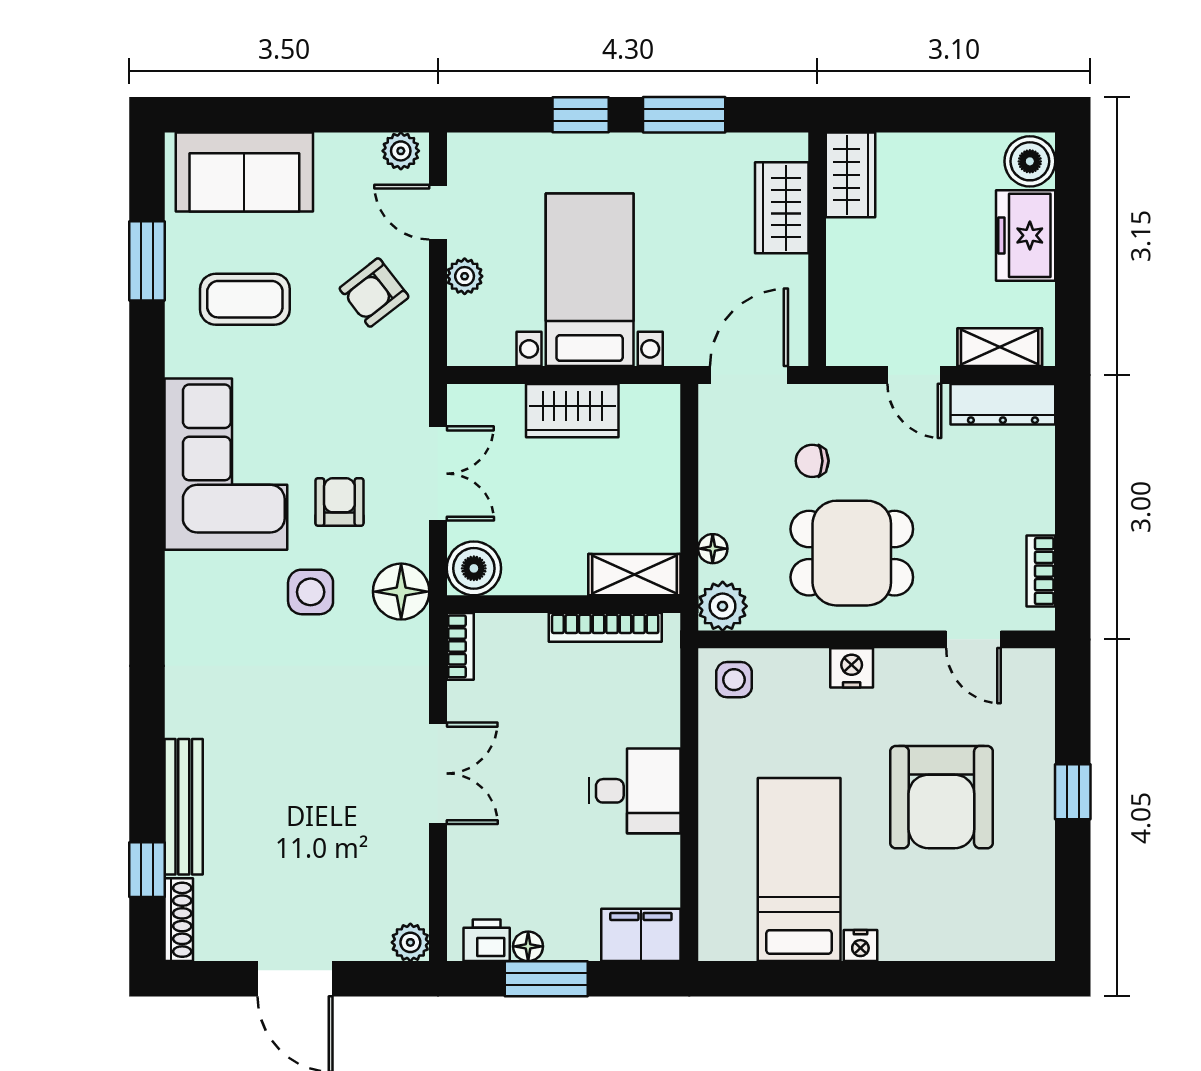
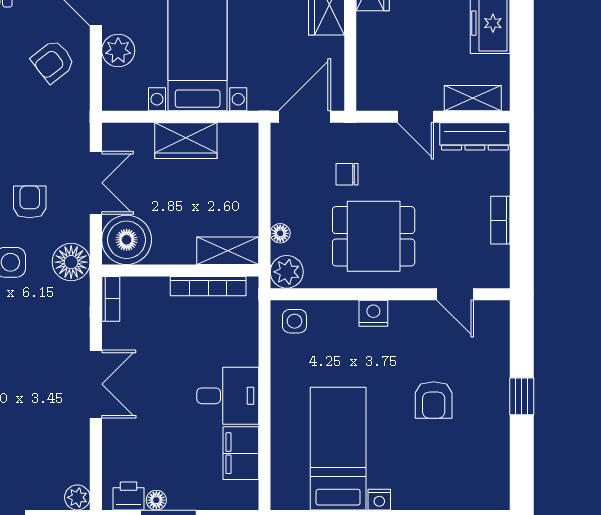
plant: (465, 276) -> (118, 50), width x1.38, depth x1.38
boiler: (474, 568) -> (127, 240), width x1.37, depth x1.37
bookcase: (1041, 571) -> (500, 220), moved
armchair: (941, 797) -> (434, 400), width x0.53, depth x0.53
filing cabinet: (641, 935) -> (241, 453), moved, turned -90

